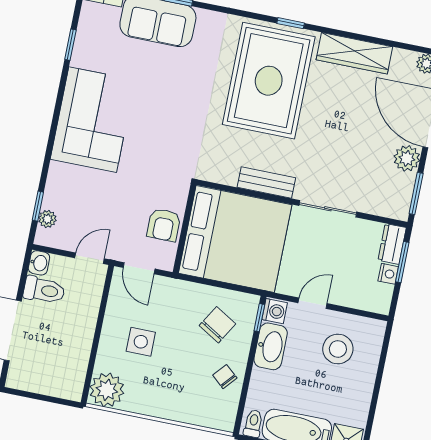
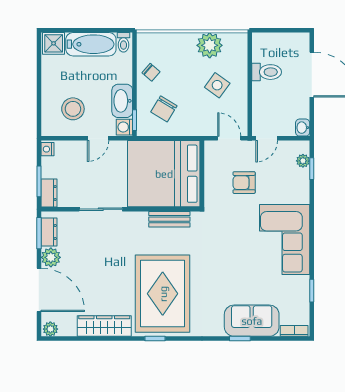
bench: (266, 183) -> (169, 219), moved
dresser: (402, 192) -> (49, 232), added
armchair: (164, 225) -> (244, 183), moved, turned -90
nightstand: (388, 274) -> (47, 149), moved
toilet: (44, 290) -> (267, 72), moved, turned 180
side table: (141, 342) -> (217, 85), turned 36
plant: (107, 390) -> (210, 45), moved

